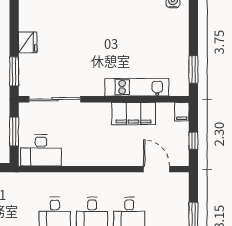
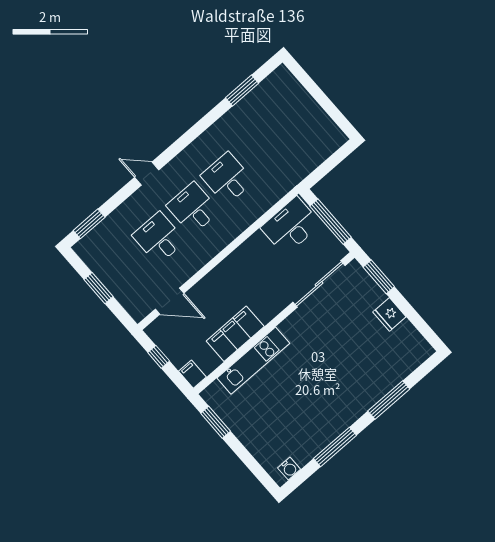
window: (14, 132) -> (331, 222), width x1.44

